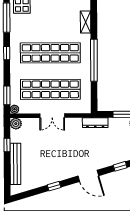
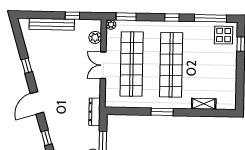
window: (94, 60) -> (162, 112), width x0.47
plant: (16, 124) -> (95, 37), moved

